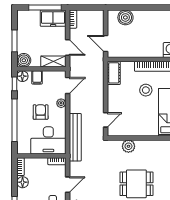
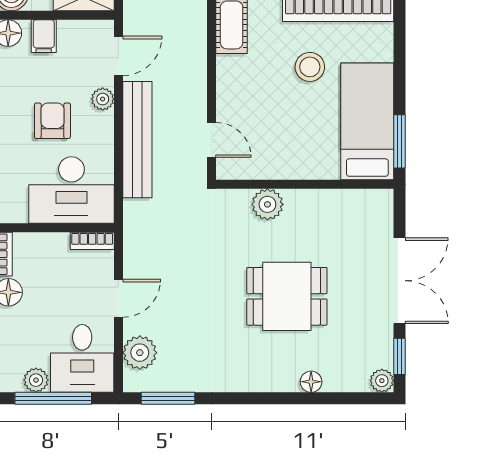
door: (106, 120) -> (212, 140), hinge flipped
bench: (75, 137) -> (137, 140), moved

